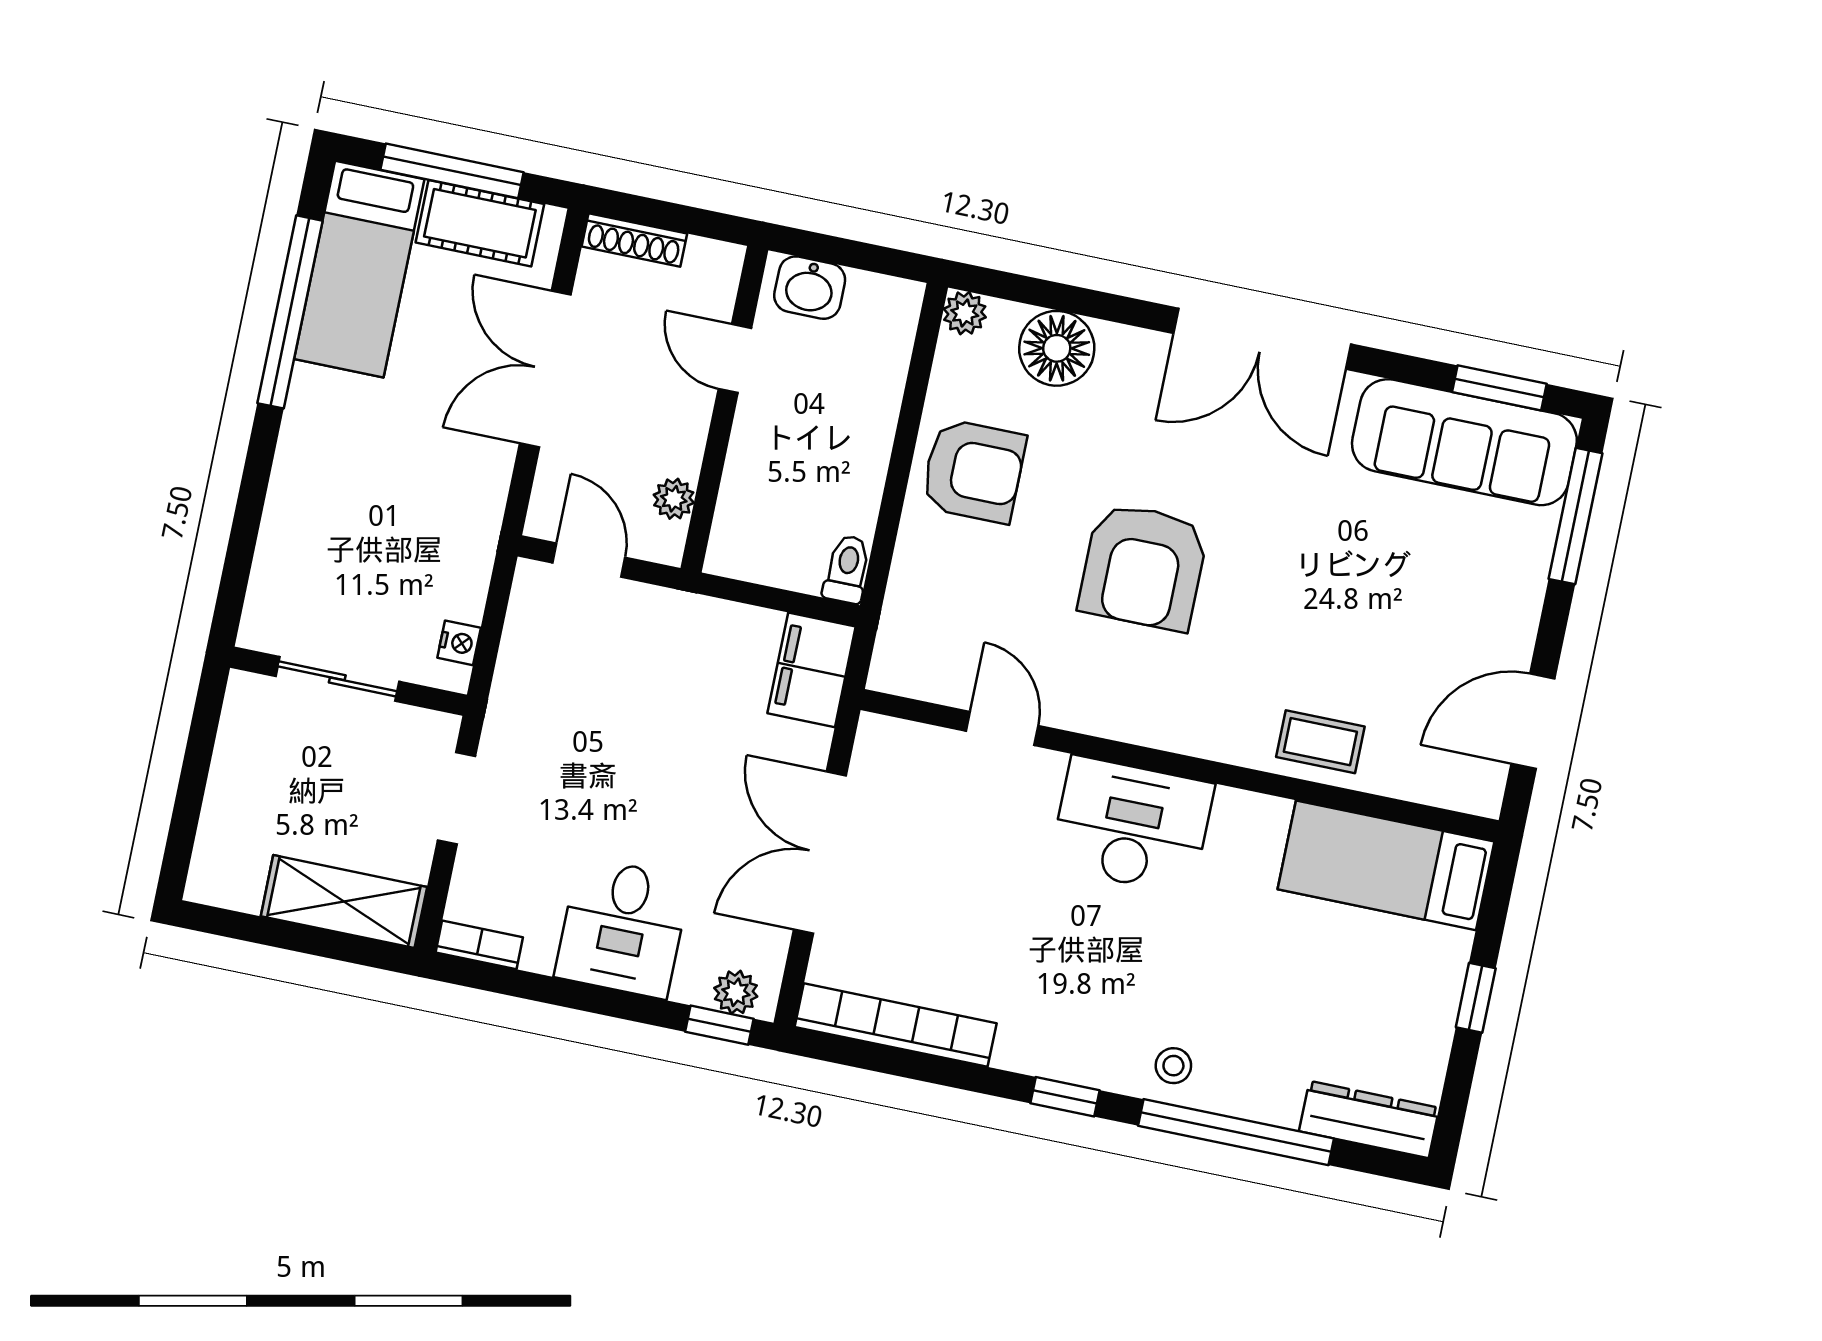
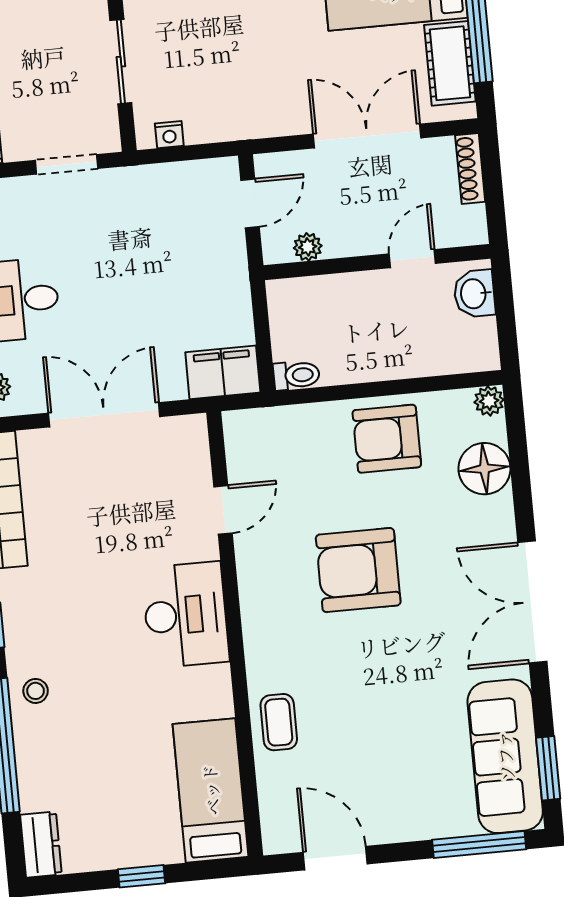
armchair: (973, 471) -> (387, 439), turned 90
dresser: (1369, 1119) -> (41, 845), width x0.70

